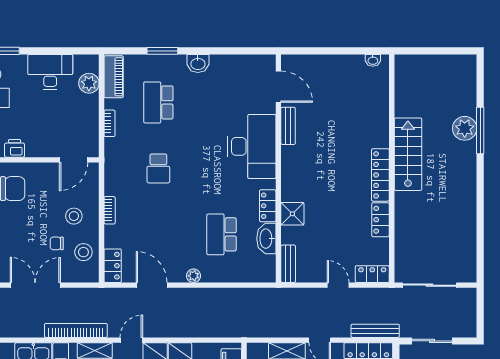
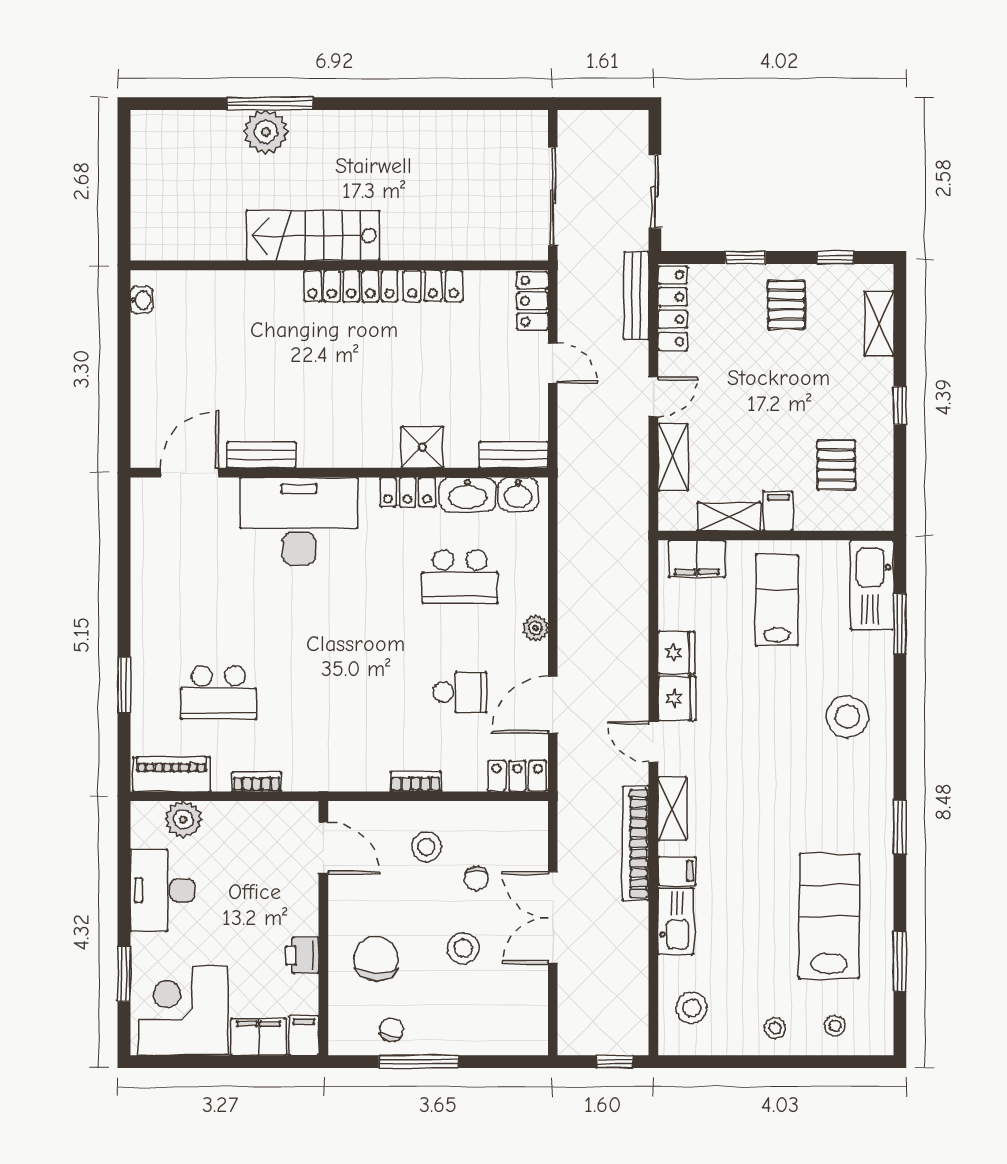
washbasin: (198, 63) -> (518, 494), moved, turned 90
school desk: (158, 168) -> (460, 692), moved
stool: (83, 252) -> (463, 948), moved
door: (338, 285) -> (553, 363), swing flipped

